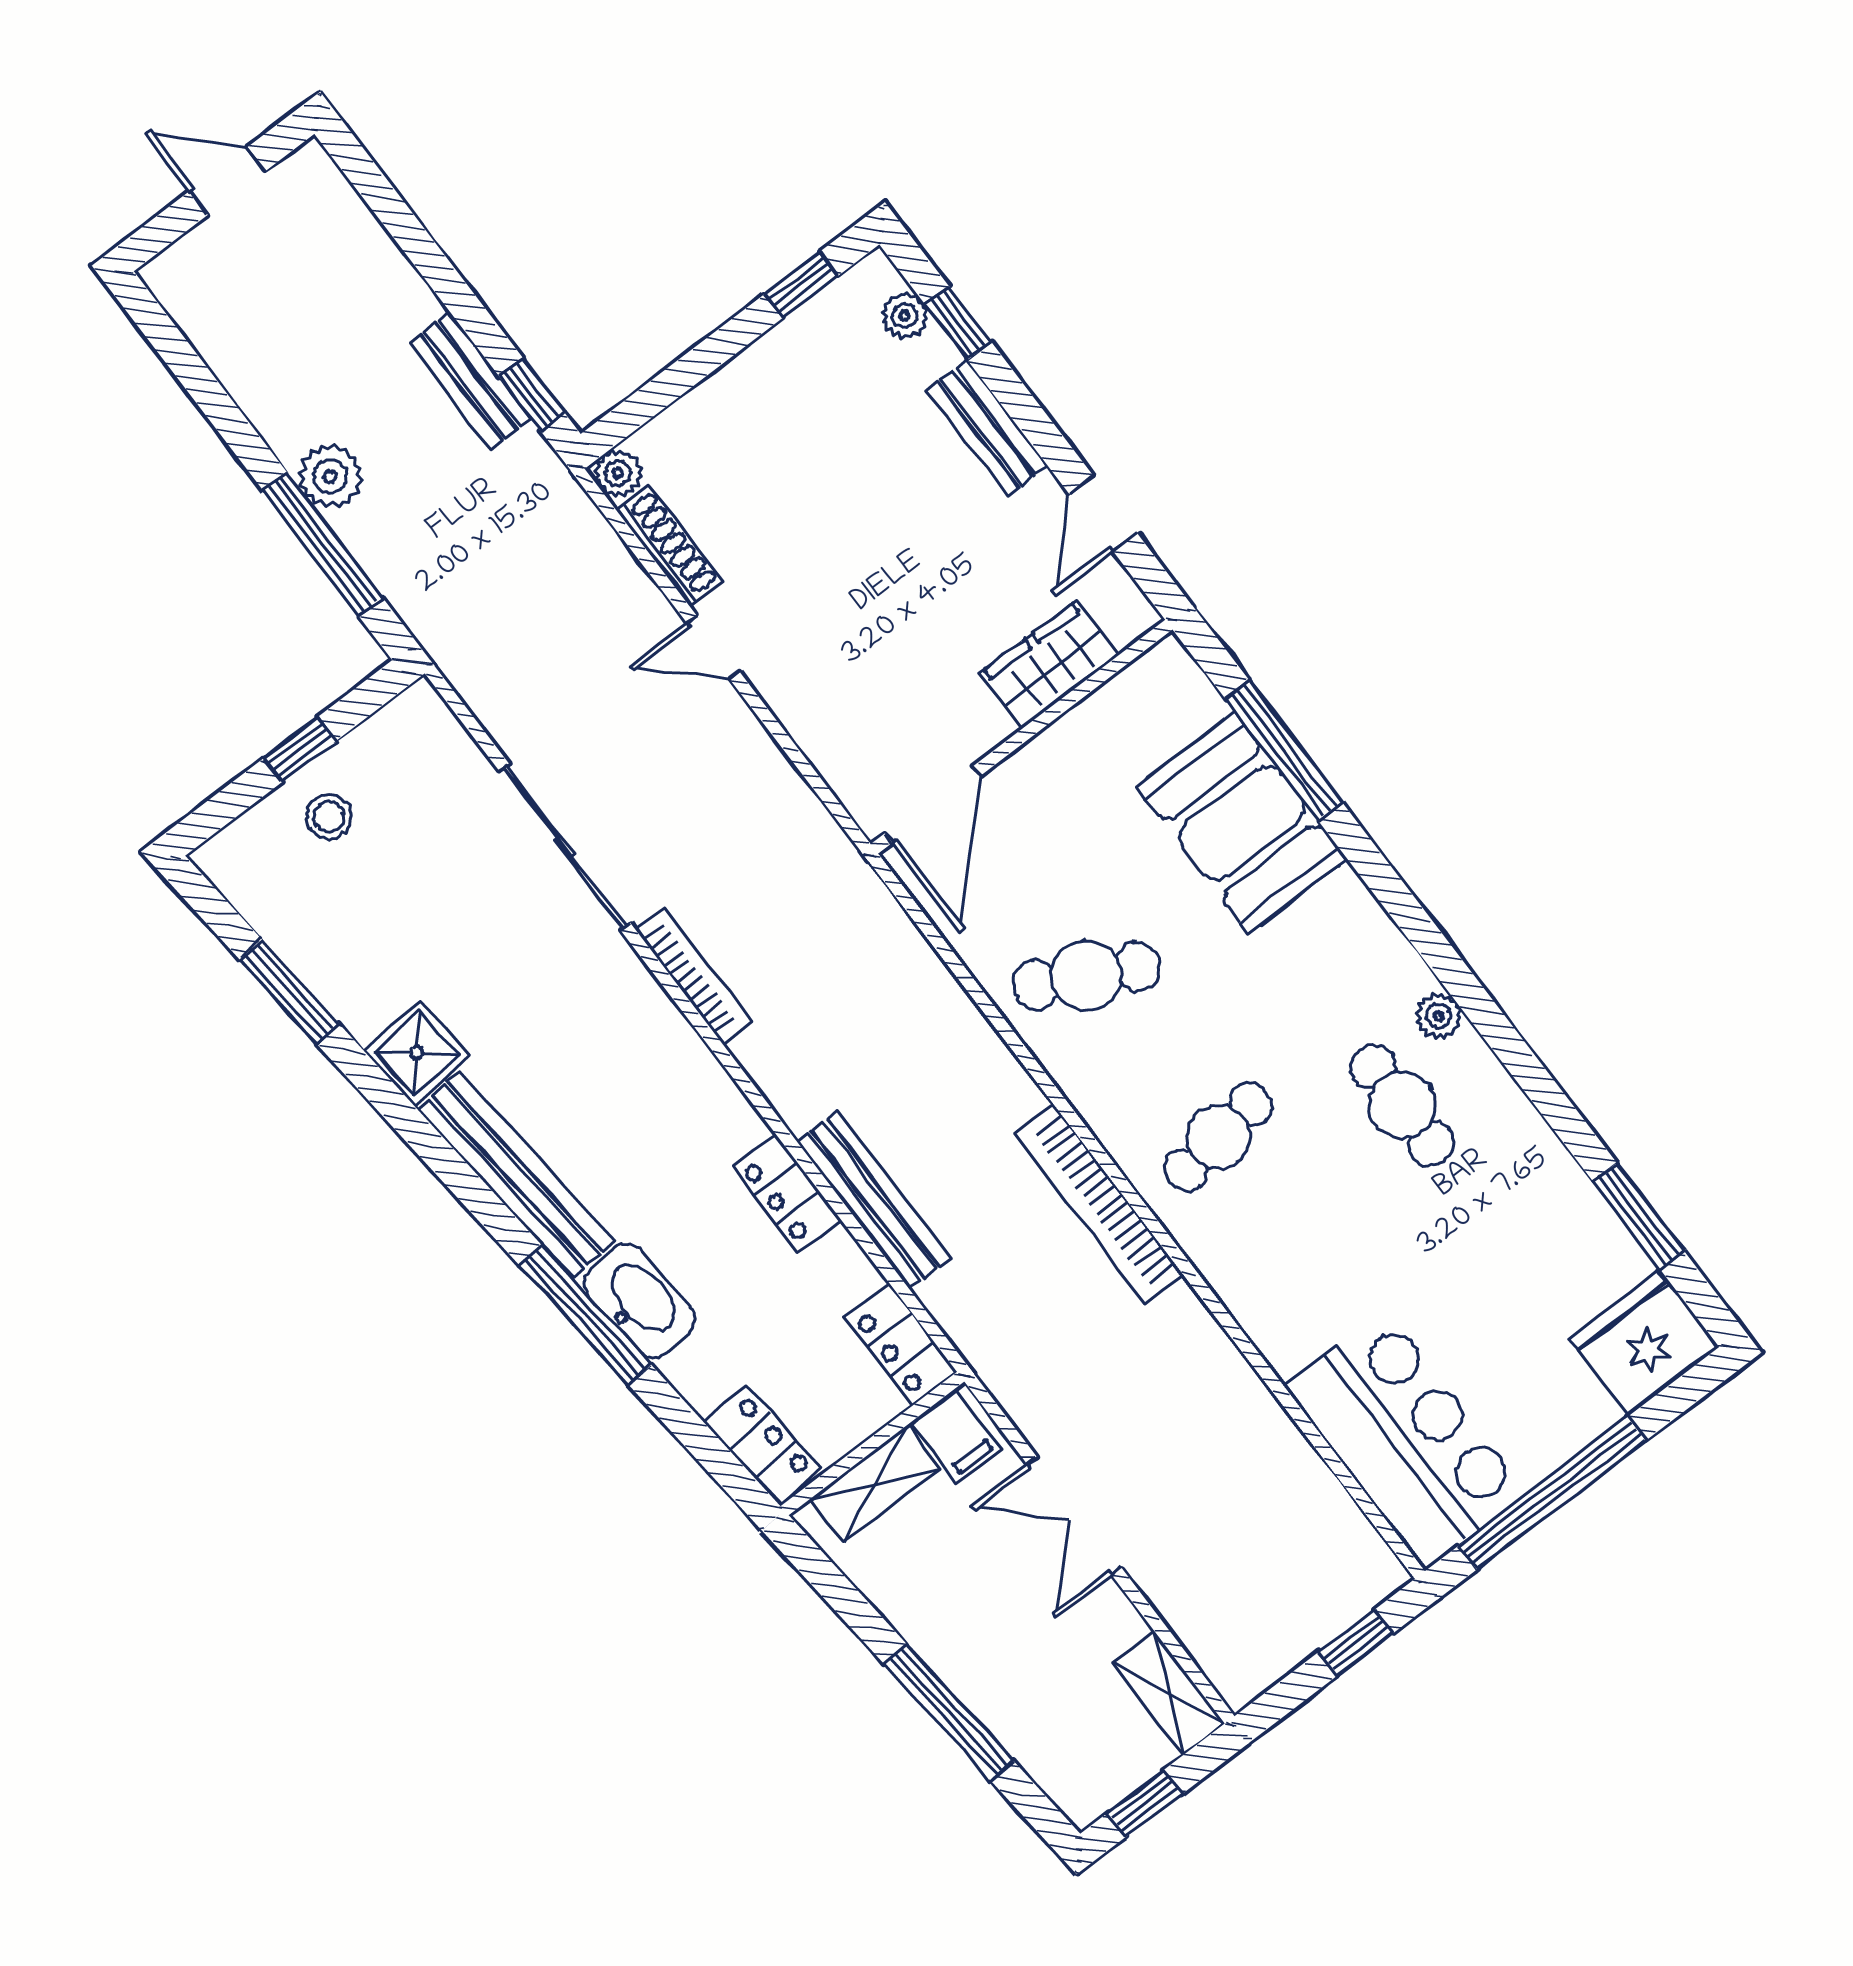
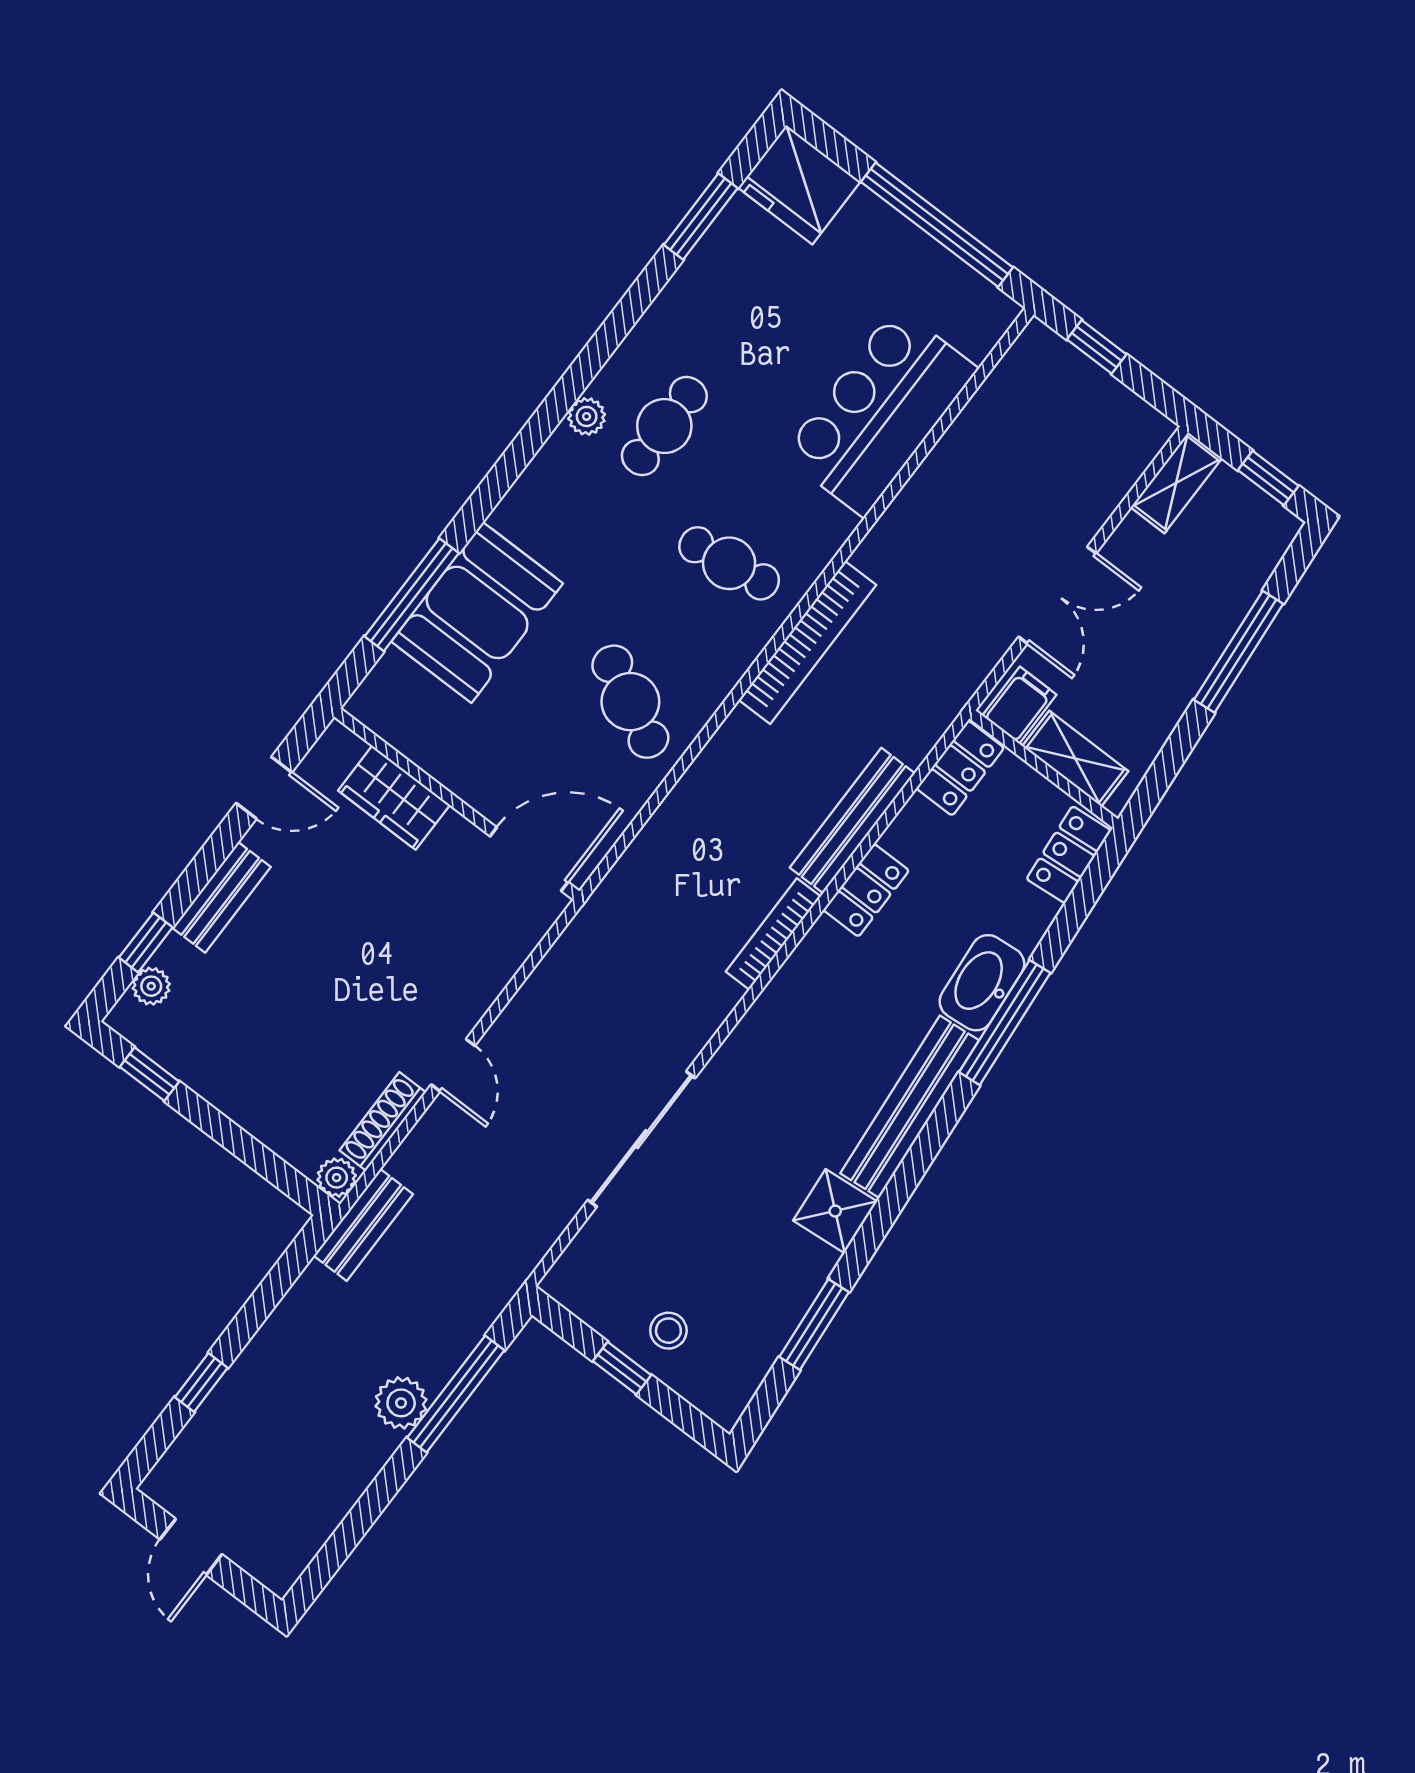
bench: (470, 380) -> (363, 1225), moved
window: (532, 394) -> (201, 1382), moved
bookcase: (694, 976) -> (773, 934), moved
bar counter: (1406, 1440) -> (880, 412), moved

